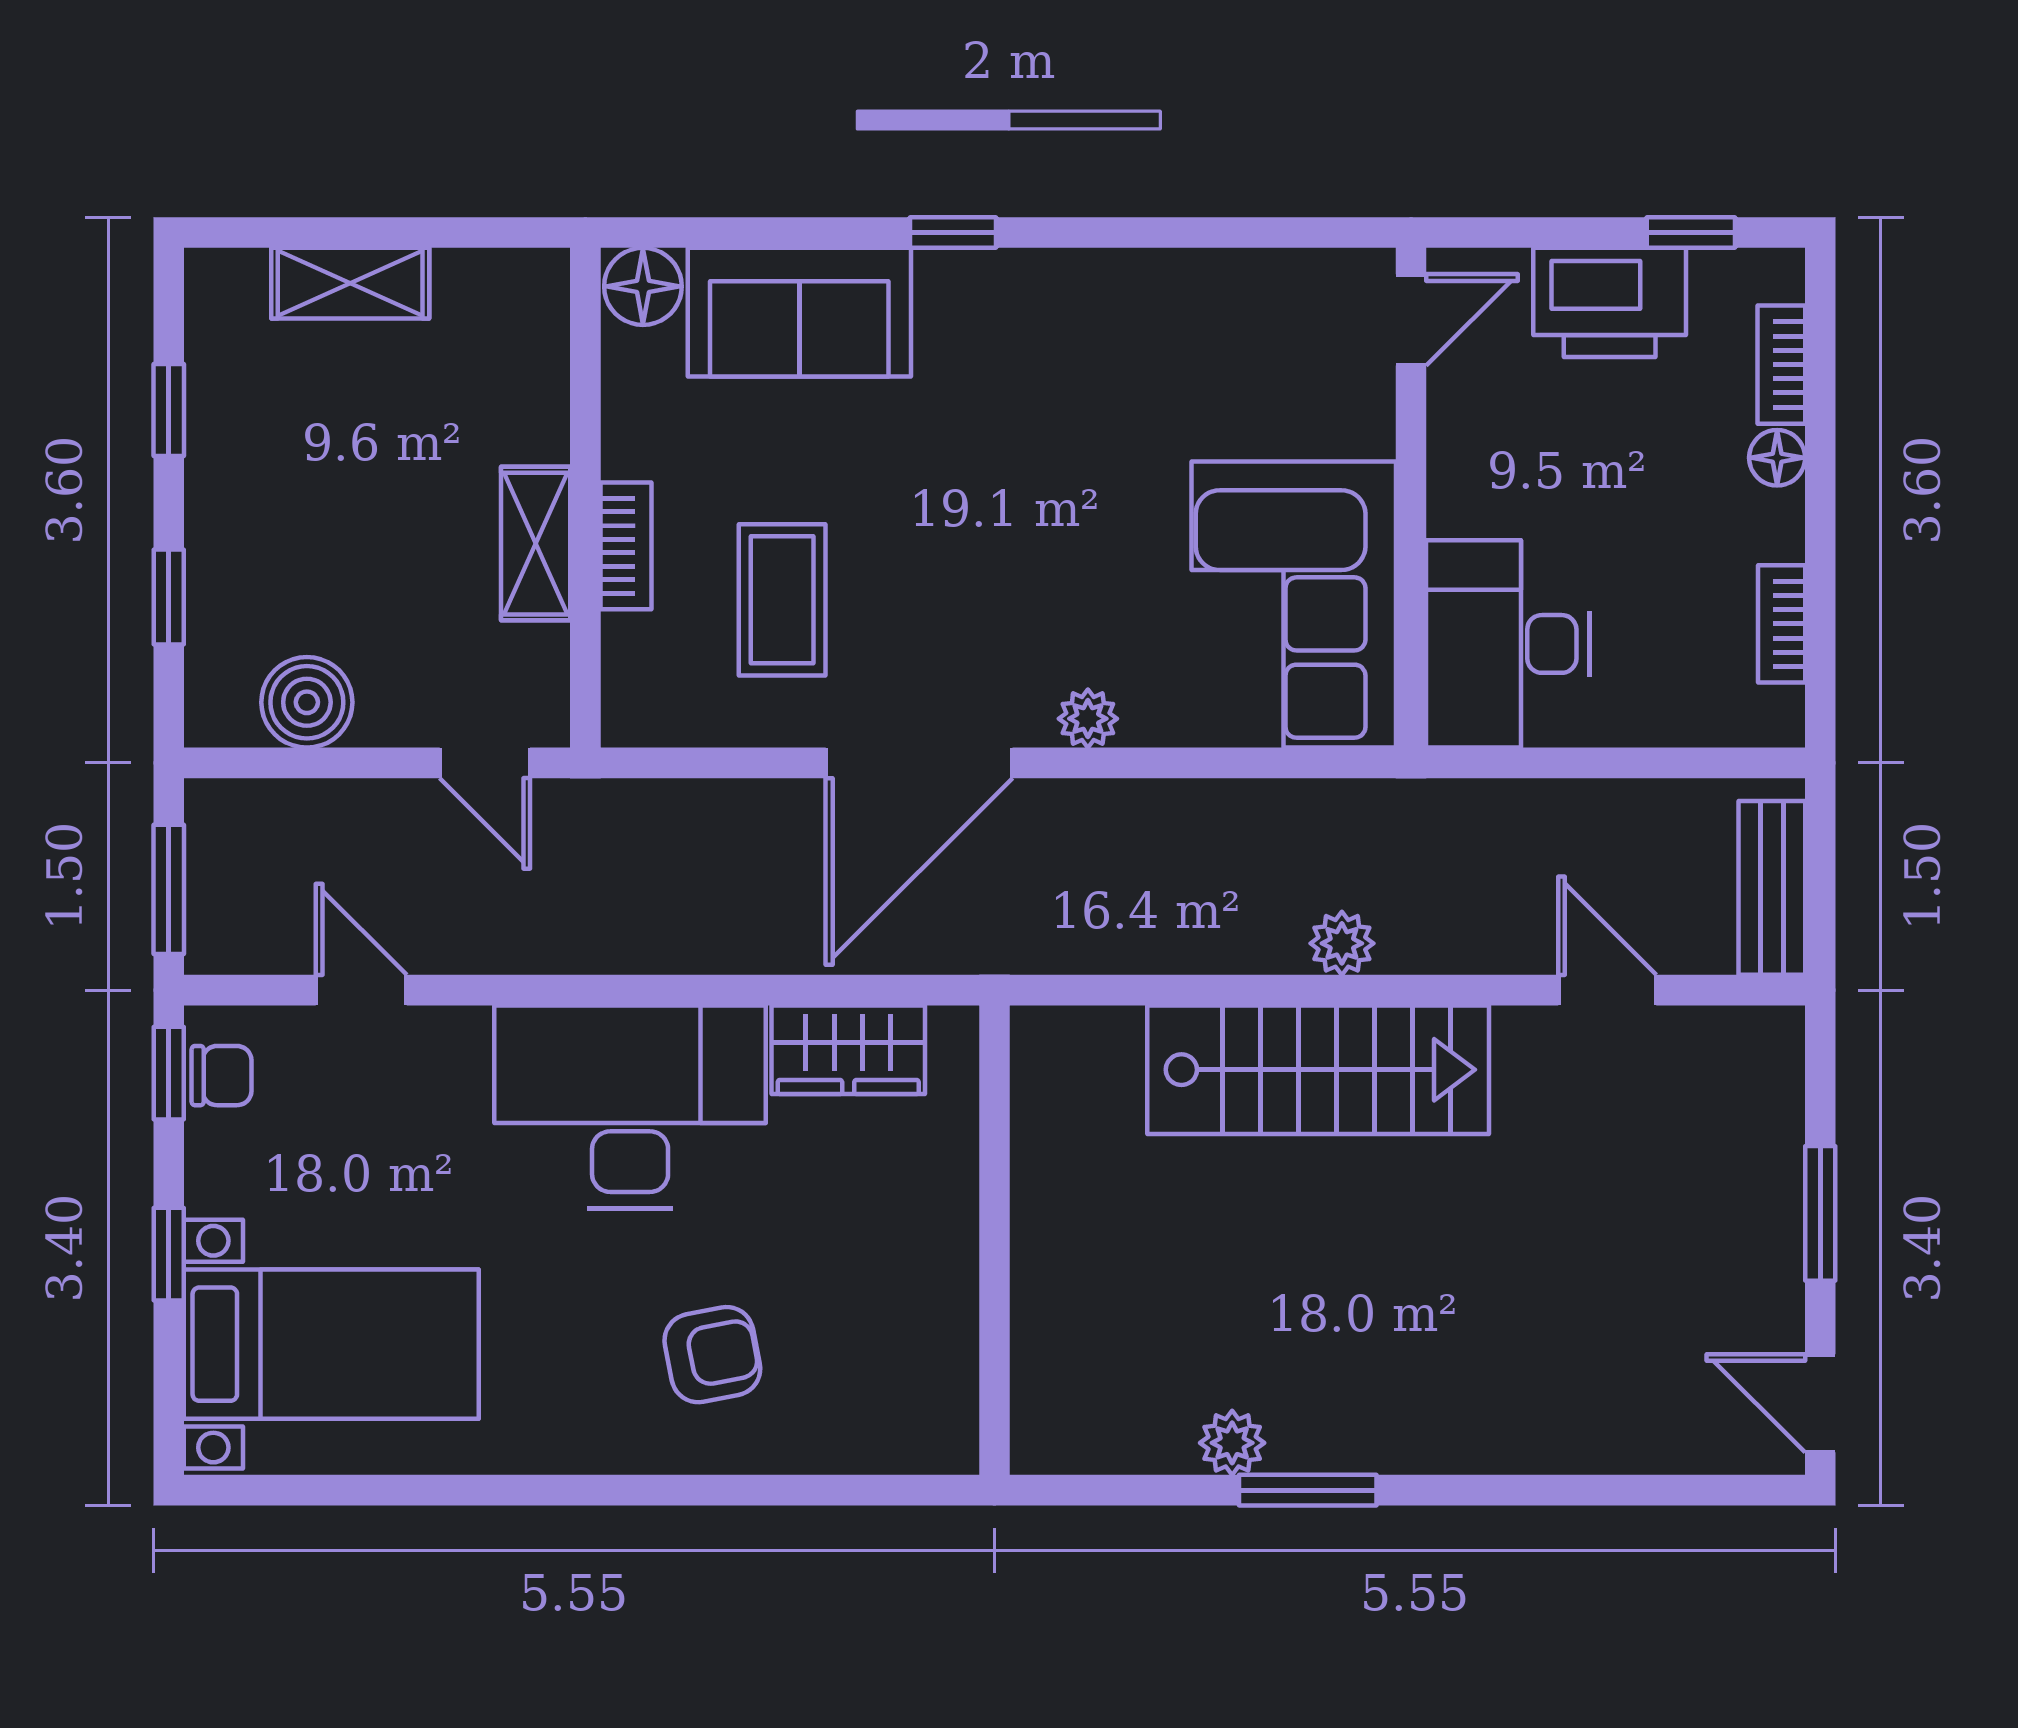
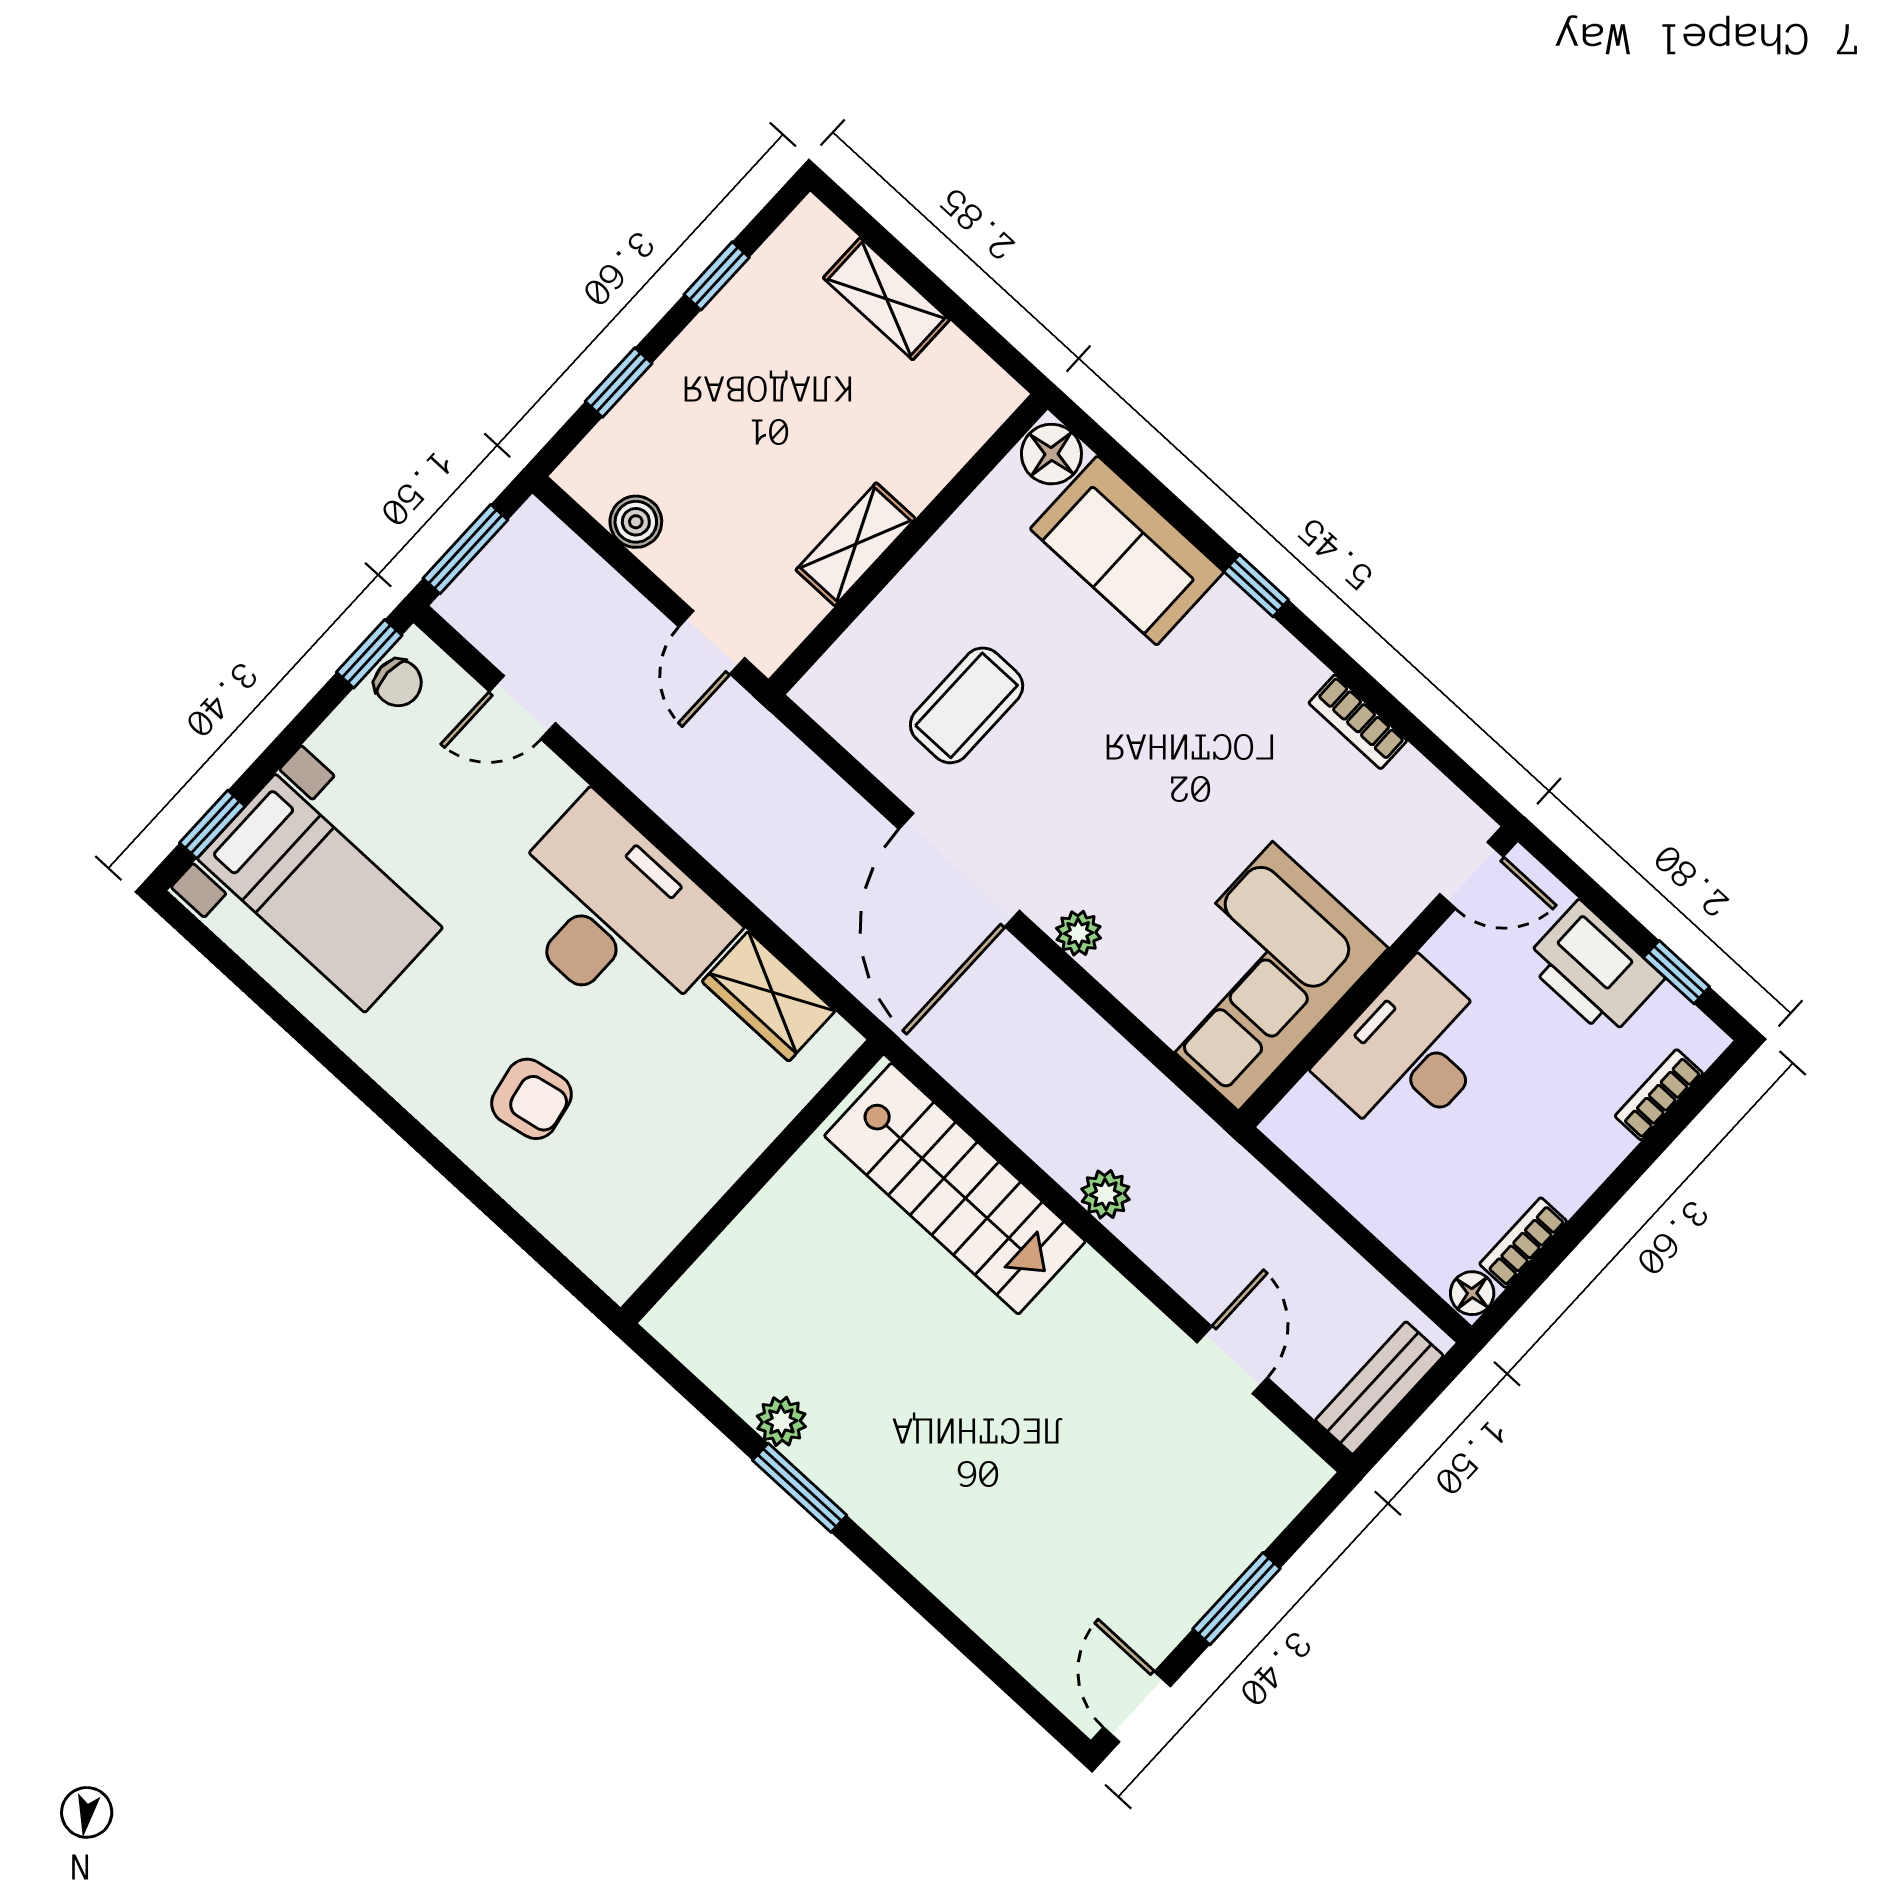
floor lamp: (1777, 458) -> (1472, 1293), moved
bookcase: (626, 546) -> (1358, 722), moved, turned 90
desk: (1508, 644) -> (1409, 1054), moved
boiler: (307, 702) -> (636, 522), width x0.73, depth x0.73
door: (919, 763) -> (959, 870), hinge flipped
door: (361, 990) -> (522, 707), swing flipped
stairs: (1318, 1070) -> (955, 1189), moved
window: (169, 1254) -> (212, 824), moved

